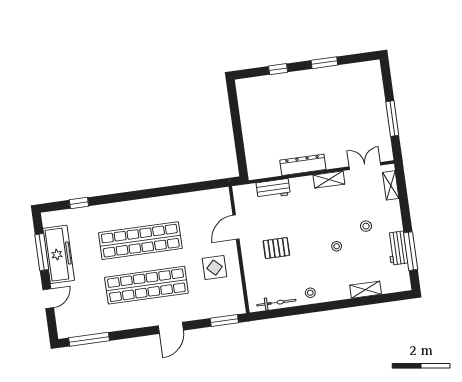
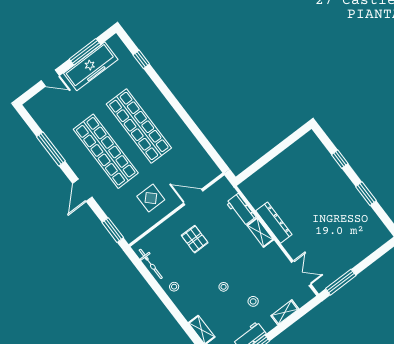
window: (392, 118) -> (341, 282), moved
shelving: (329, 180) -> (260, 233), moved
shelving: (391, 185) -> (285, 312), moved
door: (171, 328) -> (82, 190), hinge flipped
window: (89, 339) -> (51, 149), moved

